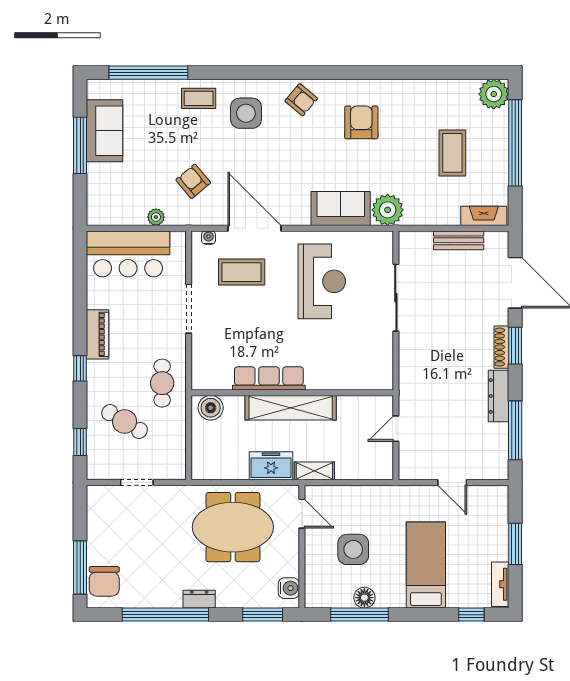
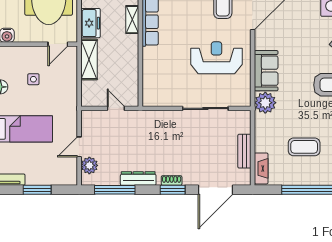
reception desk: (322, 281) -> (216, 58), turned 180
shoe rack: (501, 347) -> (172, 180), width x0.70
shelving: (291, 408) -> (132, 20), width x0.45, depth x0.75
plant: (479, 467) -> (89, 165), added
shelving: (314, 471) -> (89, 60), width x1.50, depth x1.33
side table: (353, 549) -> (33, 79), width x0.54, depth x0.54

